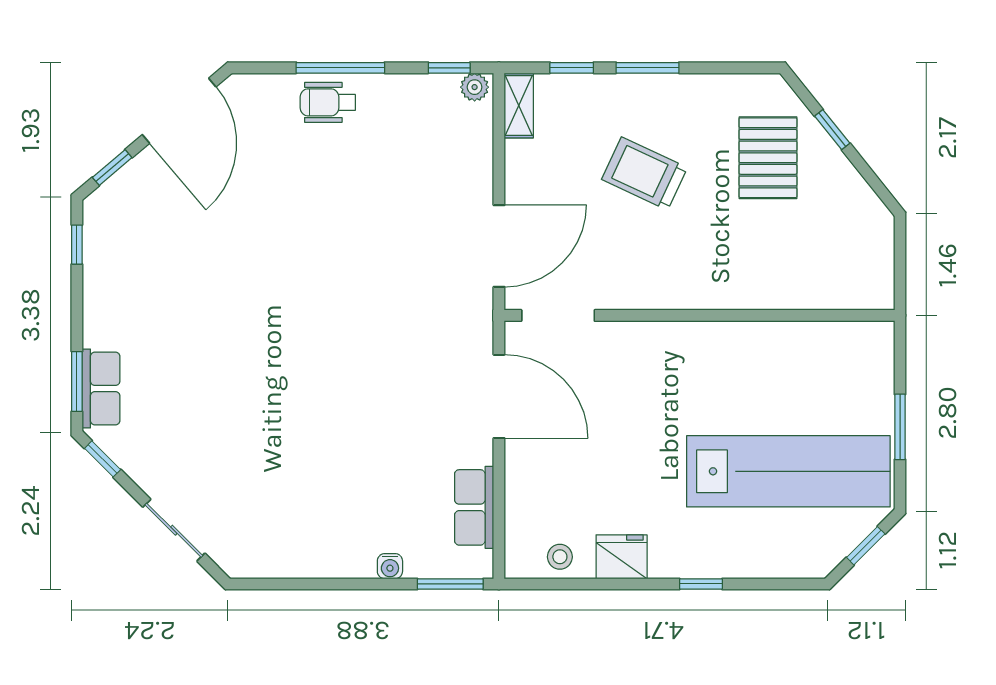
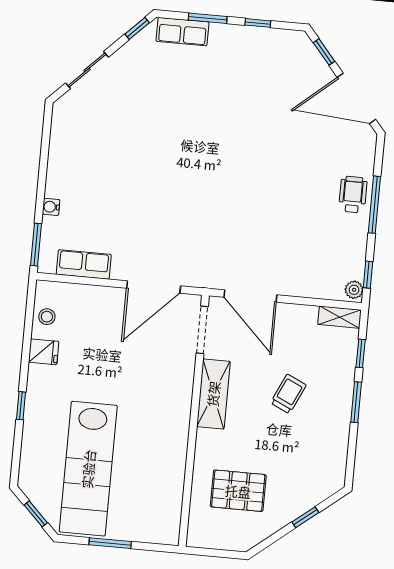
pallet: (768, 158) -> (238, 491), moved
trolley: (644, 173) -> (288, 394), width x0.73, depth x0.72
window: (77, 245) -> (258, 23), moved
shelving: (655, 289) -> (213, 394), added
window: (77, 381) -> (208, 18), moved
fridge: (622, 557) -> (44, 352), width x0.72

